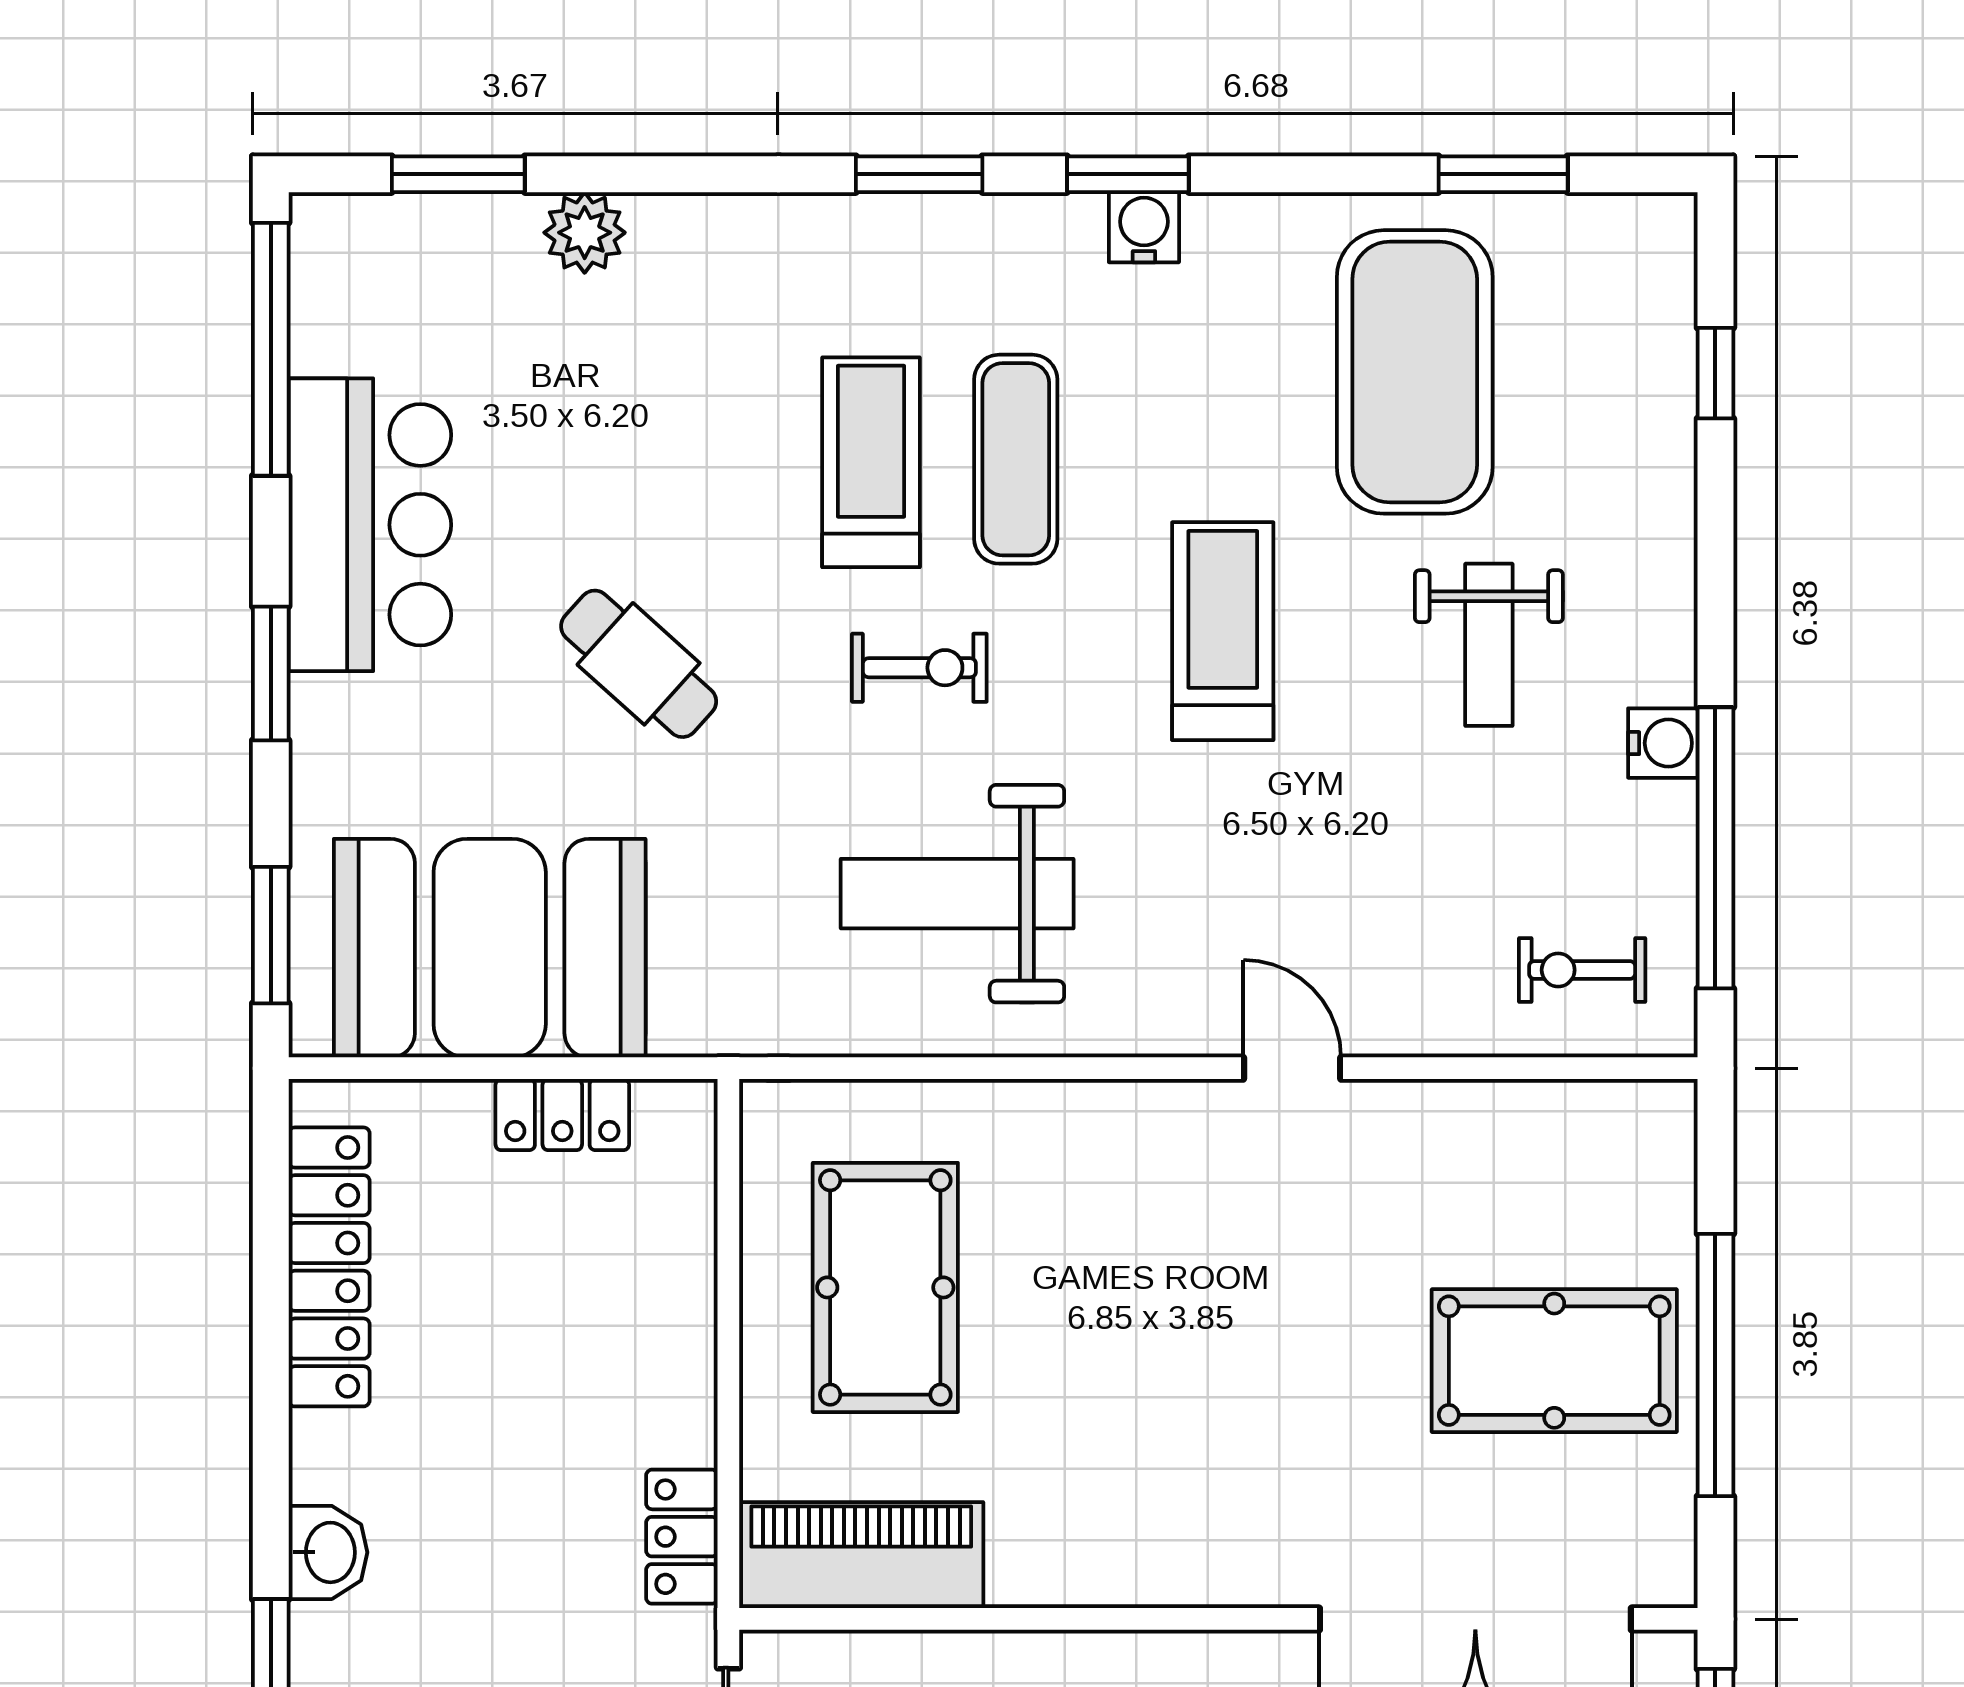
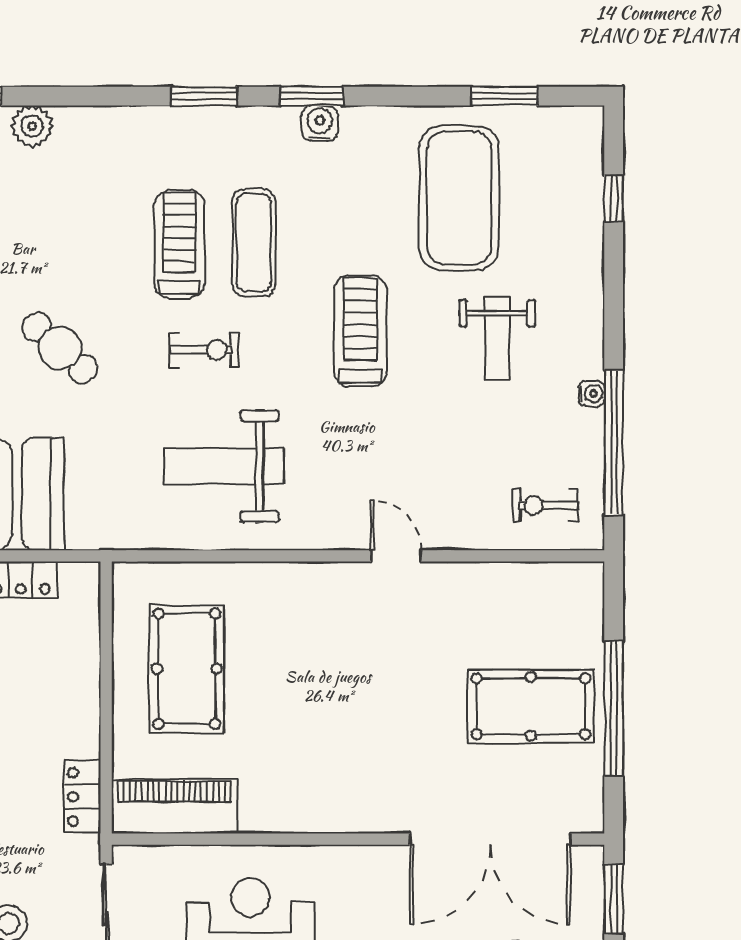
water cooler: (1663, 743) -> (592, 394), width x0.72, depth x0.72

